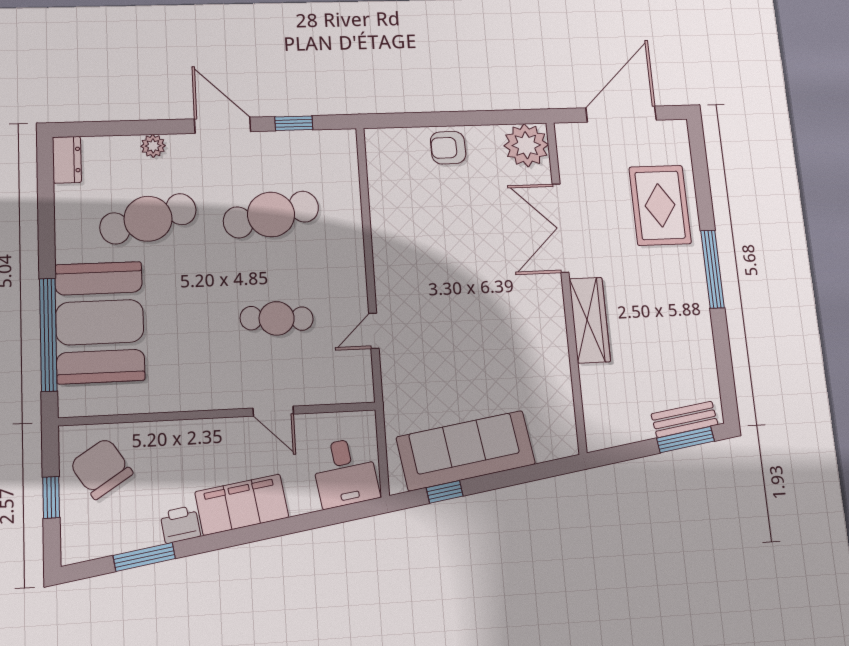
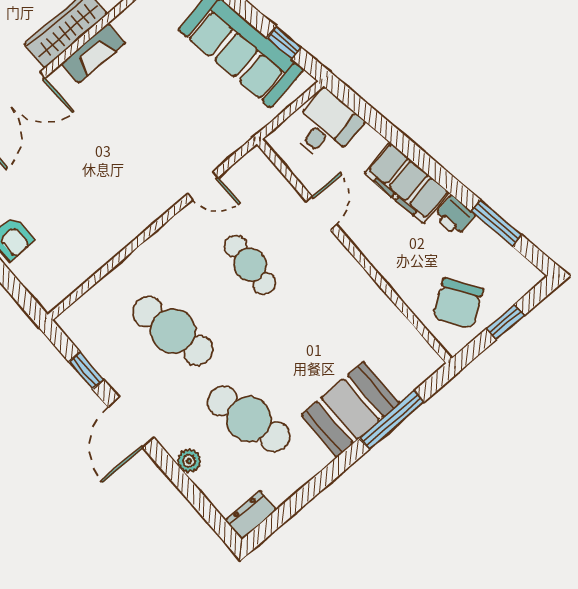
booth: (100, 322) -> (350, 409), width x0.73, depth x0.70
fireplace: (553, 326) -> (93, 53), added
window: (48, 334) -> (392, 420), width x0.68

